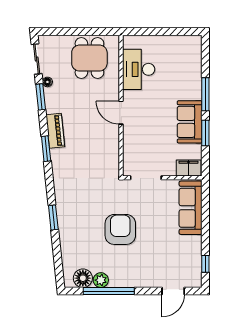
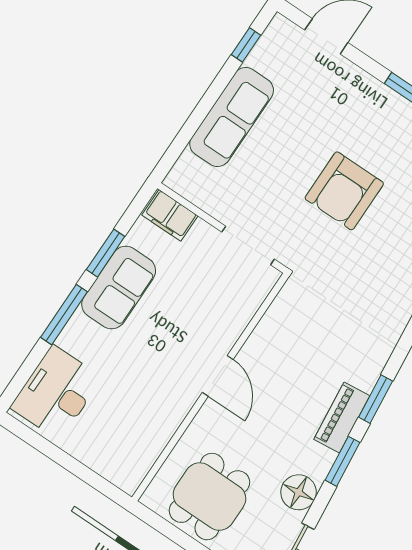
desk: (139, 69) -> (56, 393), moved, turned 180
floor lamp: (47, 82) -> (299, 492), width x1.89, depth x1.89
window: (41, 97) -> (342, 461), moved
sofa: (191, 208) -> (232, 117), moved

